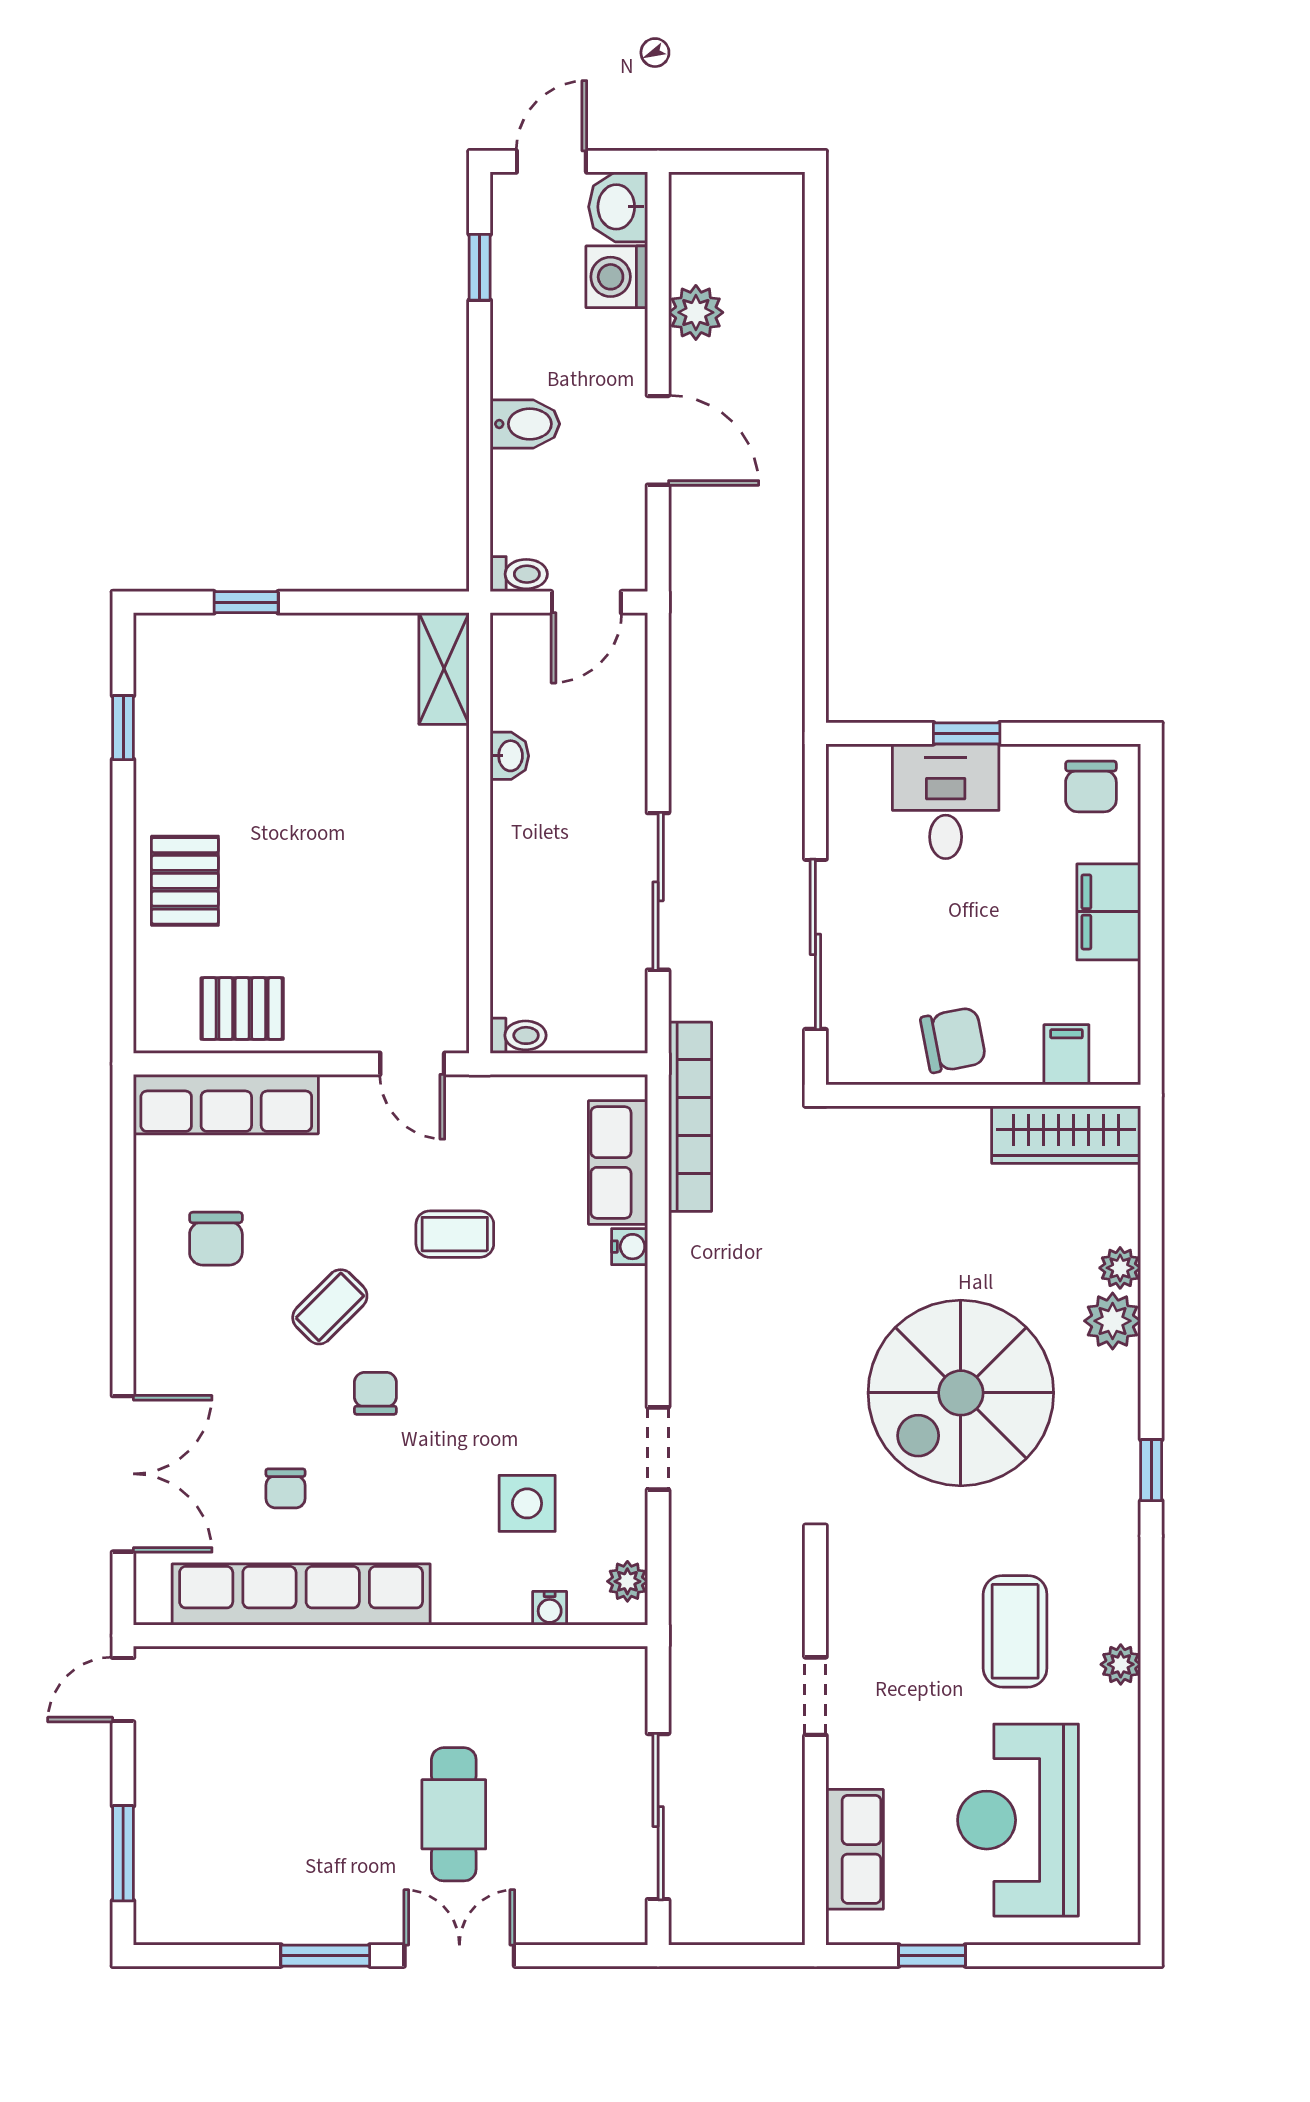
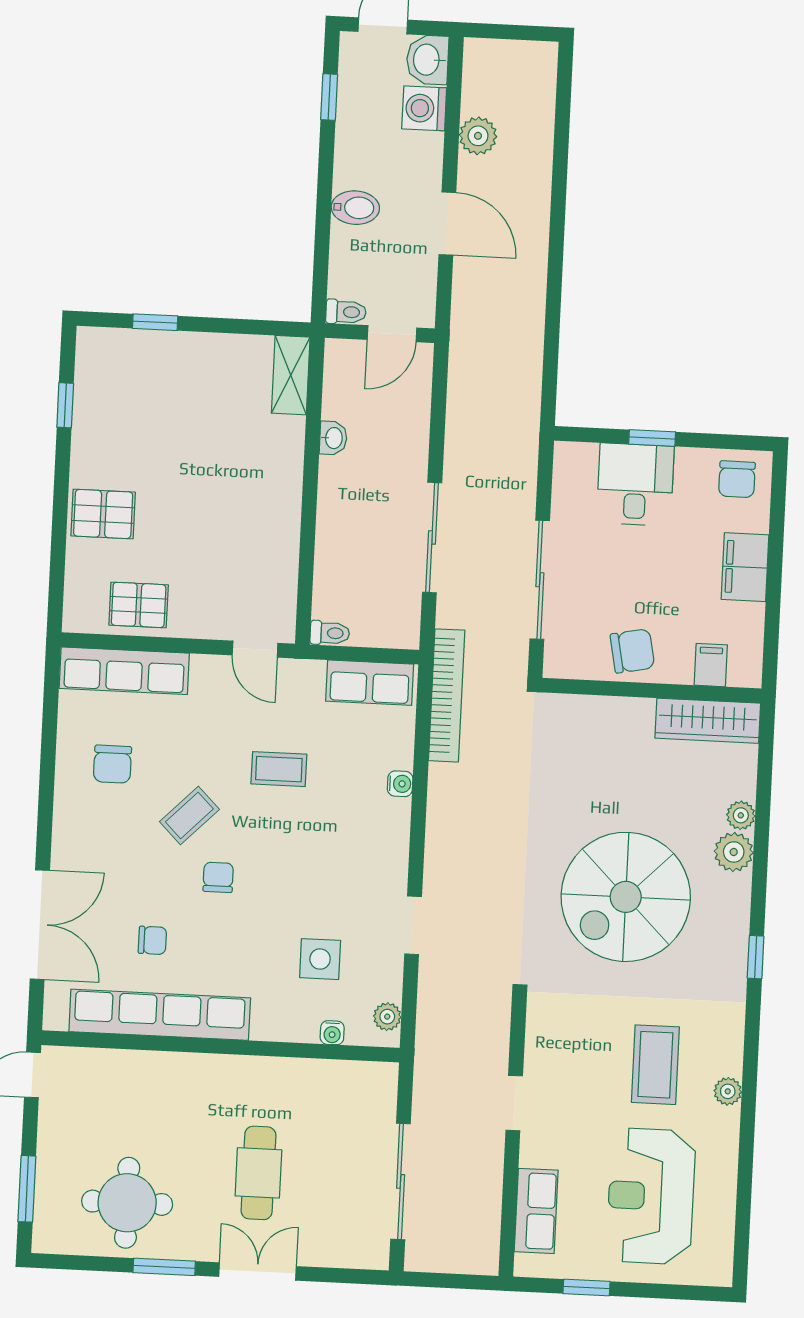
pallet: (185, 881) -> (103, 514), turned 90
row of seats: (618, 1162) -> (370, 683), moved, turned -90
chair: (285, 1488) -> (152, 940), turned -90
round table: (268, 1866) -> (127, 1203), added

